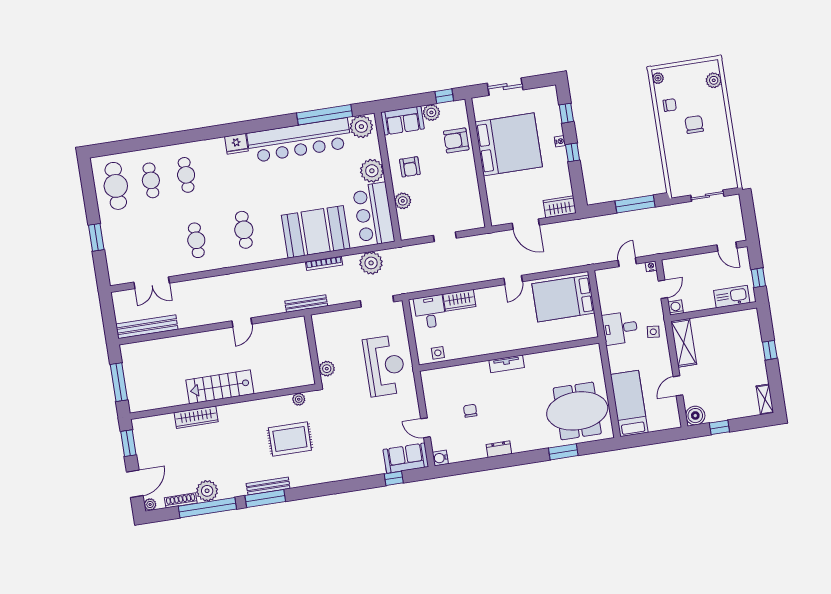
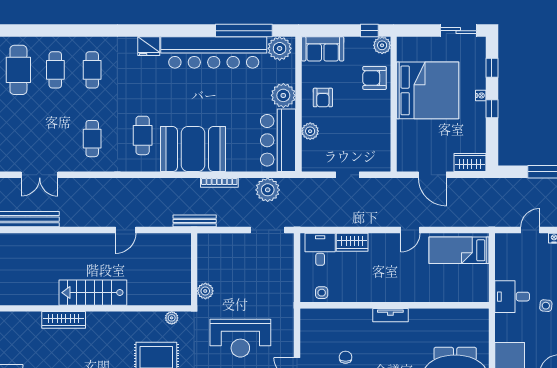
sliding door: (505, 87) -> (458, 31), moved
plant: (431, 112) -> (382, 45), moved
booth: (316, 232) -> (193, 149), moved
bed: (563, 298) -> (459, 250), width x0.67
reception desk: (385, 366) -> (240, 338), moved, turned 90

